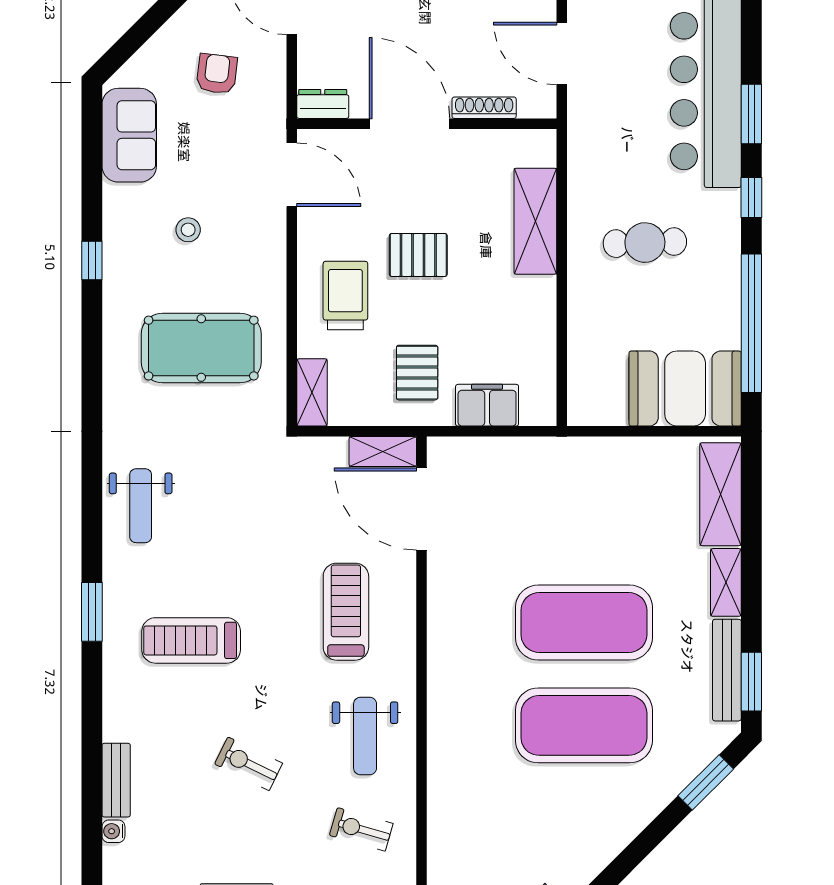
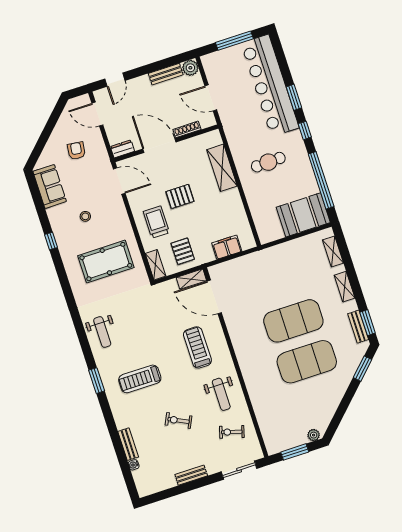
pallet: (417, 373) -> (183, 251), moved
shelving: (721, 494) -> (333, 252), width x0.67, depth x0.75
bench: (727, 670) -> (358, 327), width x0.73

